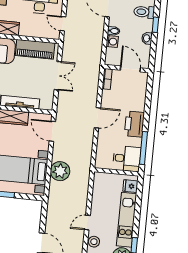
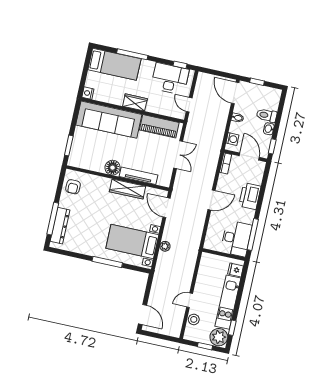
toilet: (144, 12) -> (267, 115), moved
window: (155, 25) -> (272, 146), moved
washing machine: (112, 42) -> (232, 139), moved
printer: (134, 124) -> (250, 196), moved
desk: (127, 159) -> (236, 238), width x1.37
plant: (60, 171) -> (165, 246), width x0.53, depth x0.53

